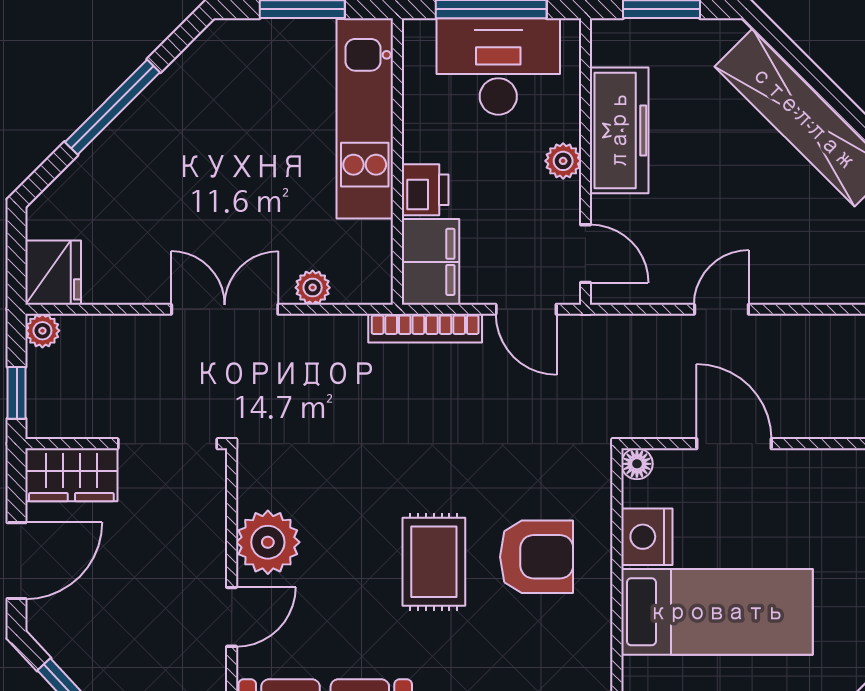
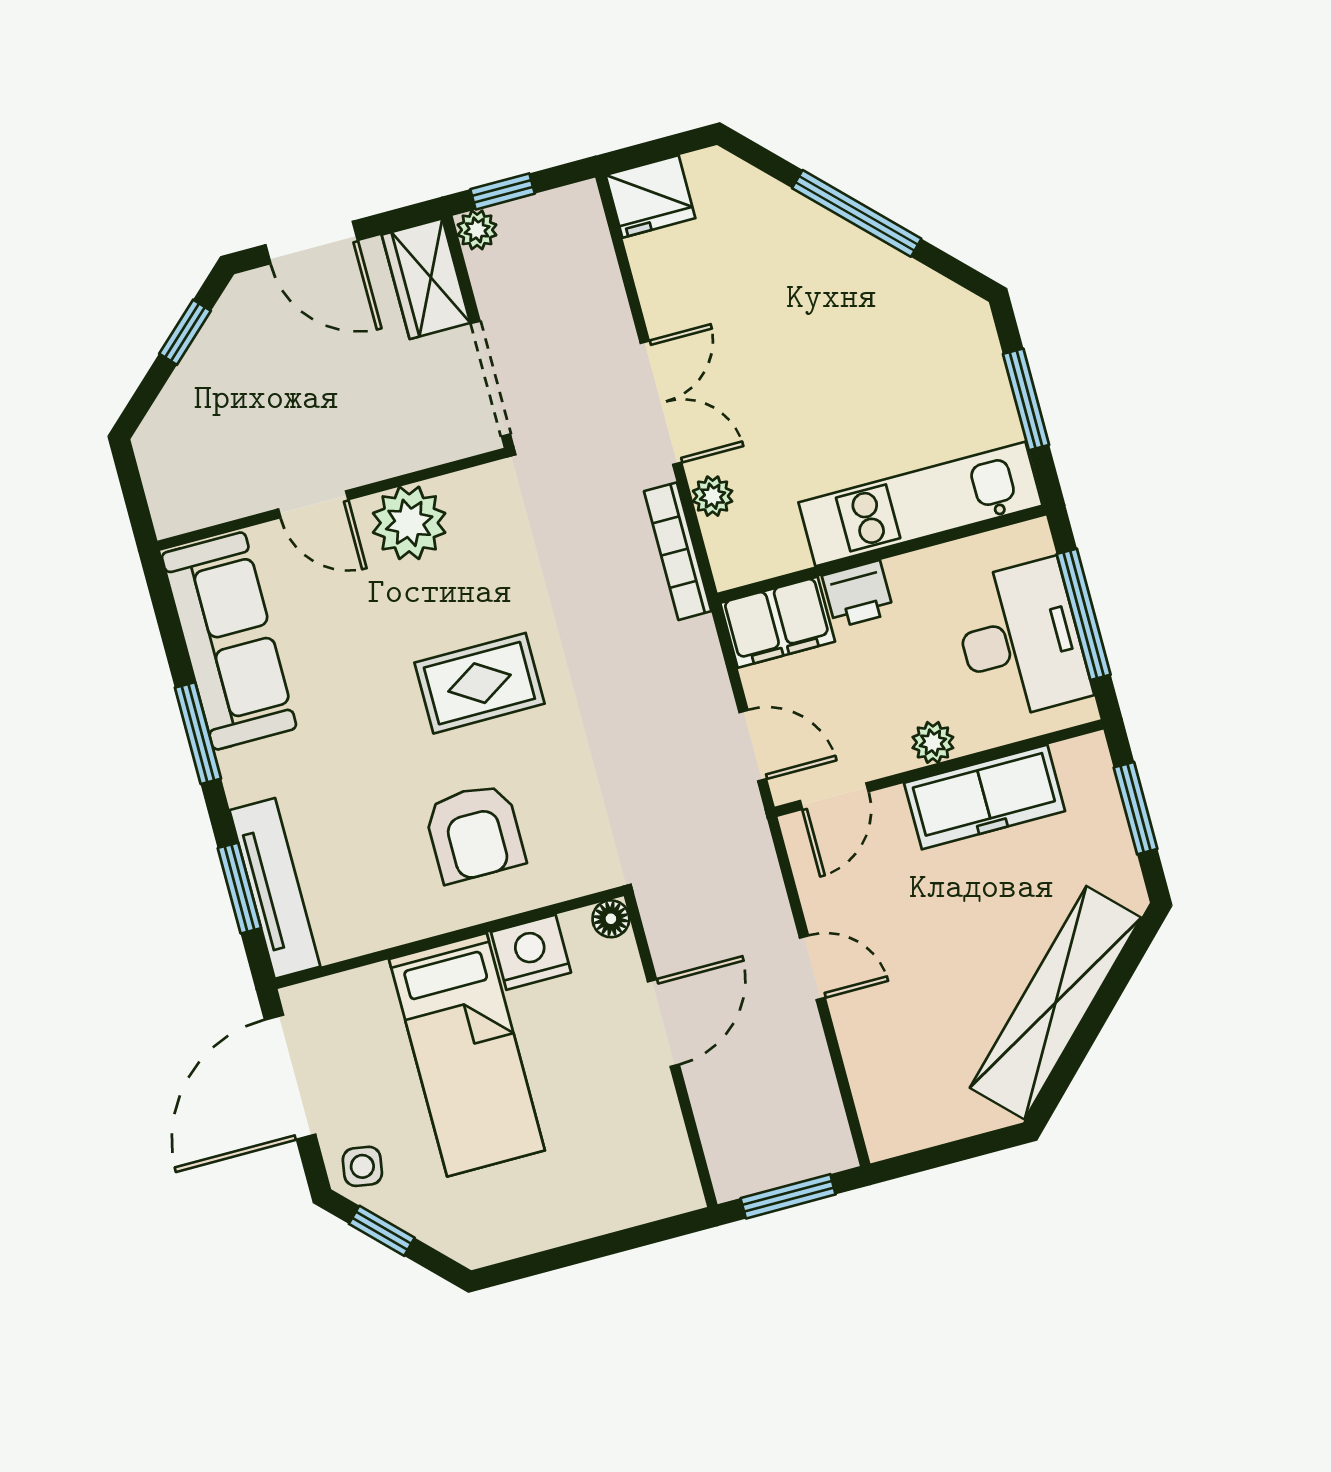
door: (526, 309) -> (753, 746), swing flipped
bookcase: (425, 328) -> (678, 551), moved
plant: (42, 331) -> (477, 230), moved
rug: (434, 562) -> (479, 683), moved

